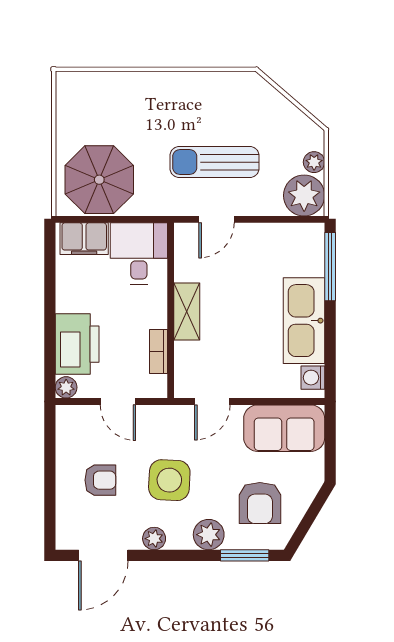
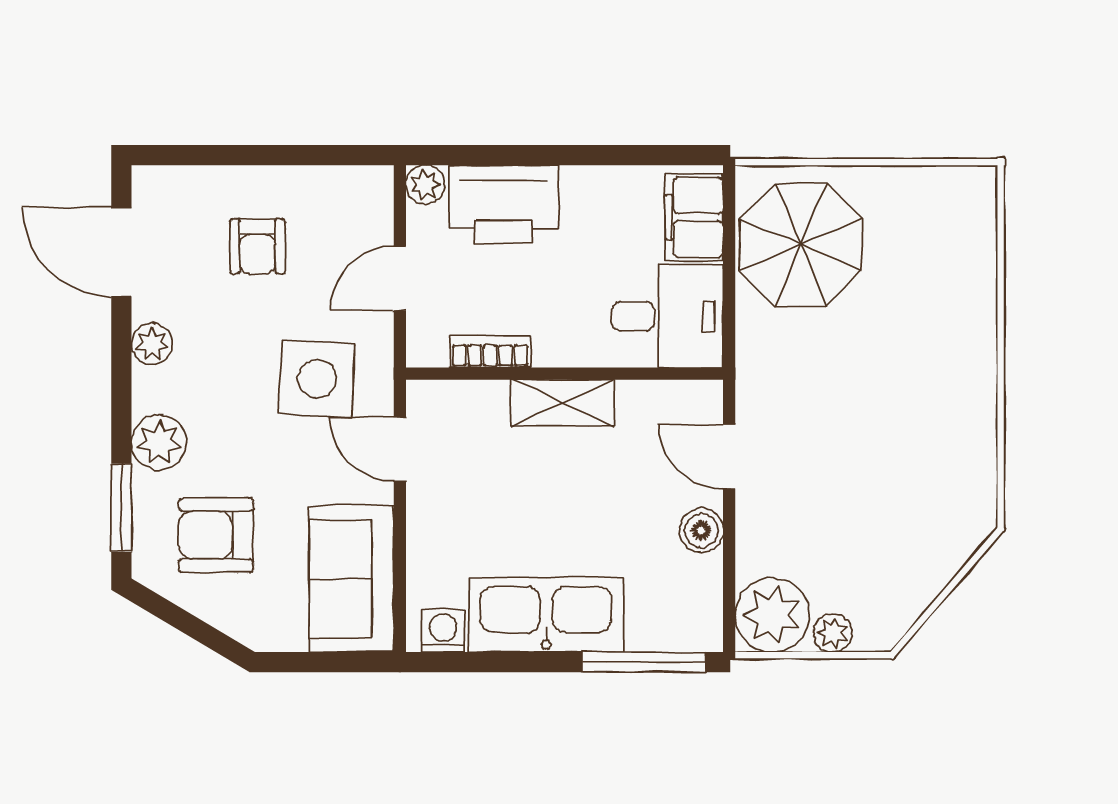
sun lounger: (215, 162) -> (833, 453), removed
boiler: (257, 235) -> (701, 531), added
side table: (169, 480) -> (317, 379), moved

